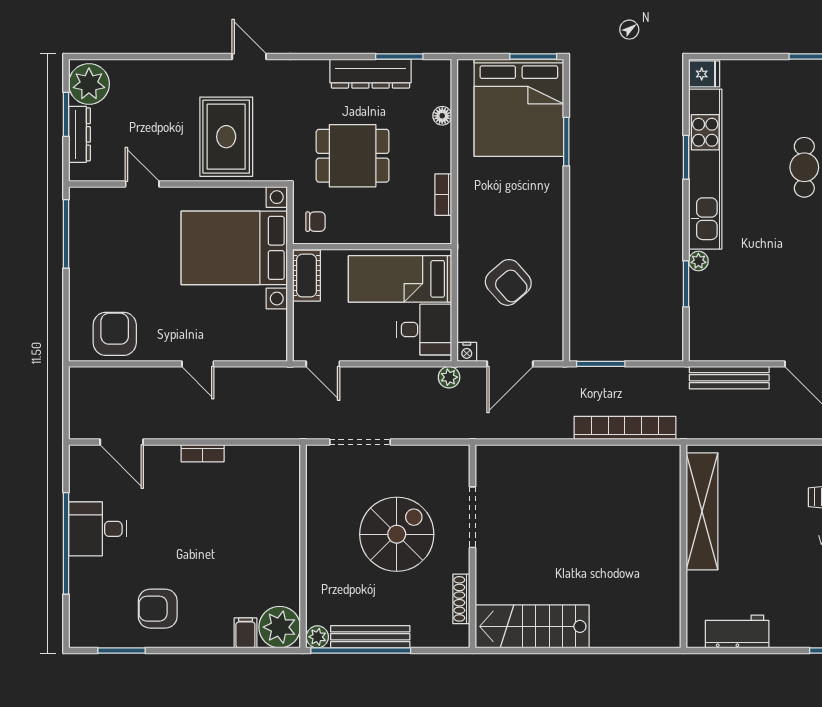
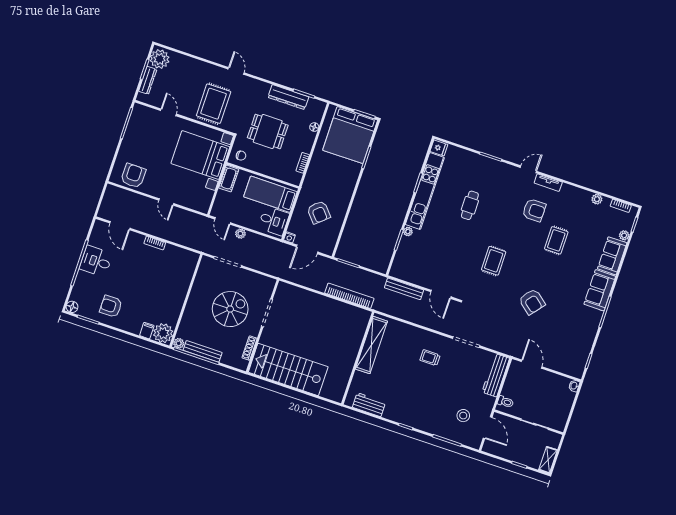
plant: (449, 377) -> (240, 234), moved
stairs: (532, 626) -> (288, 369), width x1.36, depth x1.51
floor lamp: (81, 636) -> (72, 307), added

